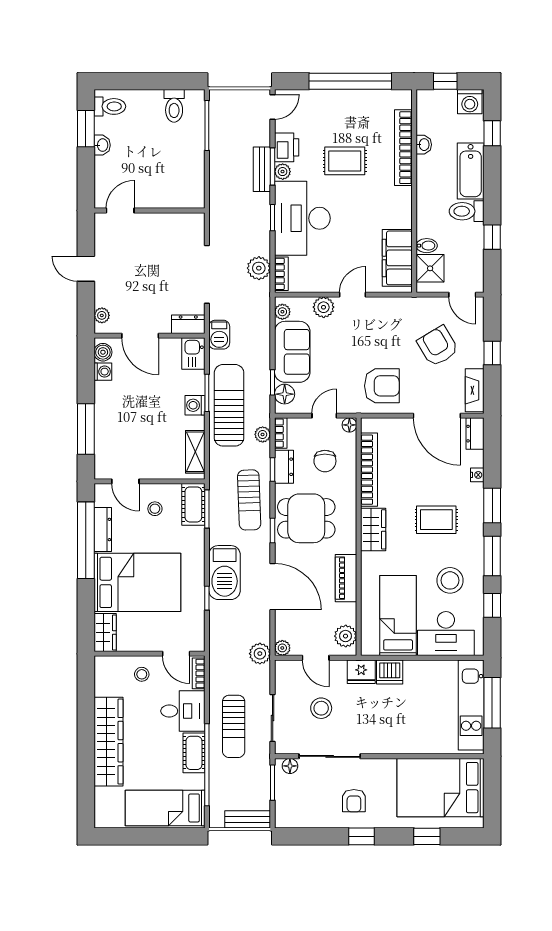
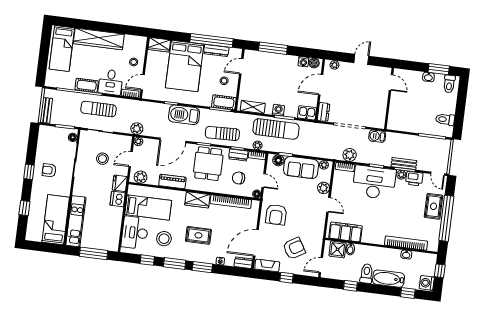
rug: (345, 161) -> (434, 206), moved
barbecue: (219, 335) -> (377, 136), moved
rug: (436, 520) -> (198, 235), turned 90
kitchen unit: (471, 705) -> (76, 221), moved, turned 90
bed: (441, 788) -> (56, 220), width x0.67
bed: (165, 808) -> (62, 48), moved, turned 180

